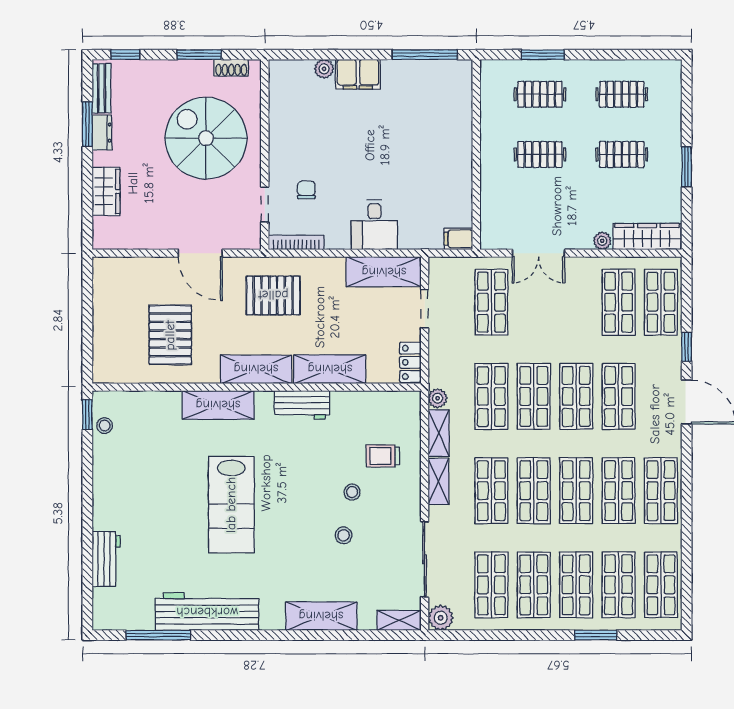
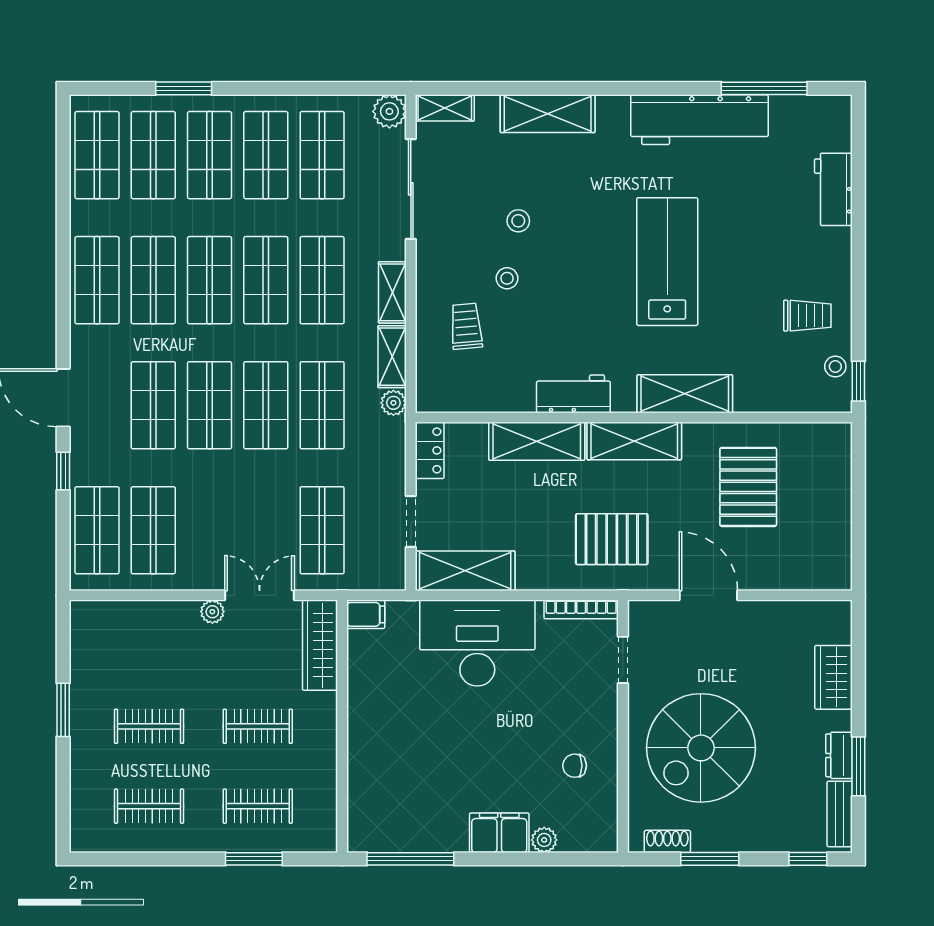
spiral stairs: (206, 138) -> (701, 748), turned 90
chair: (306, 190) -> (575, 766), moved, turned 90
desk: (374, 225) -> (477, 643), width x1.87, depth x1.30
wardrobe: (647, 236) -> (320, 645), moved, turned 90
plant: (602, 241) -> (212, 612), moved
trolley: (383, 456) -> (466, 326), turned -95
trolley: (126, 464) -> (807, 316), added

